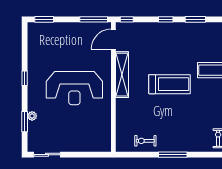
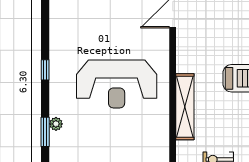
shelving: (122, 75) -> (185, 107), moved

